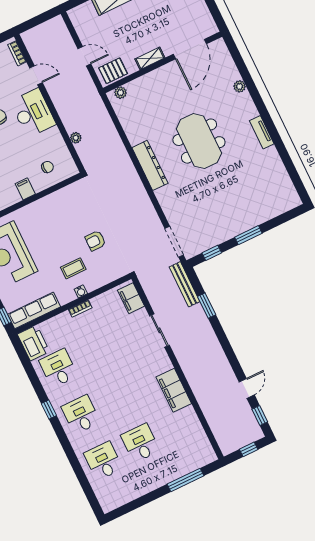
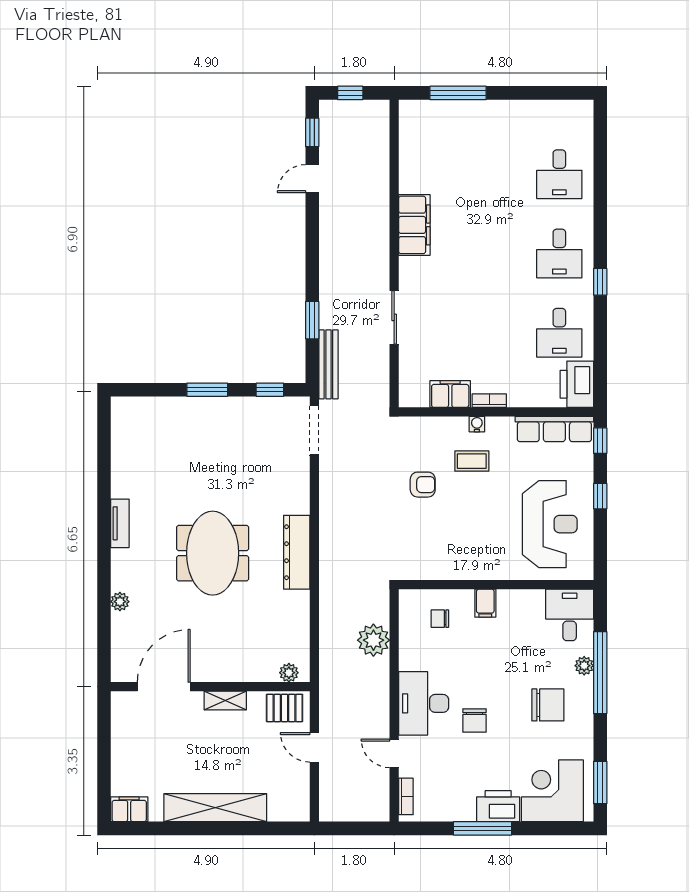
plant: (76, 138) -> (373, 640), width x1.88, depth x1.88
filing cabinet: (131, 298) -> (450, 394), moved, turned -90
desk: (140, 443) -> (496, 174), removed

